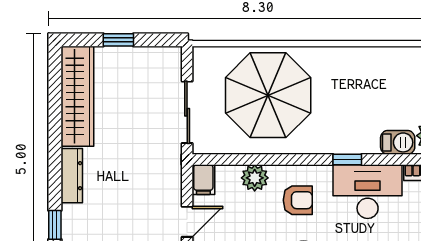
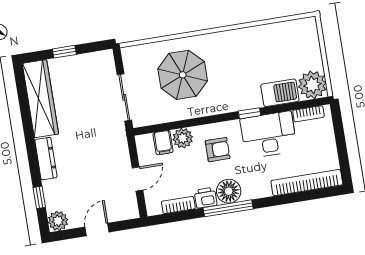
parasol: (268, 95) -> (183, 75), width x0.73, depth x0.73
barbecue: (398, 142) -> (280, 93), width x1.38, depth x1.27
filing cabinet: (203, 180) -> (163, 143), moved

